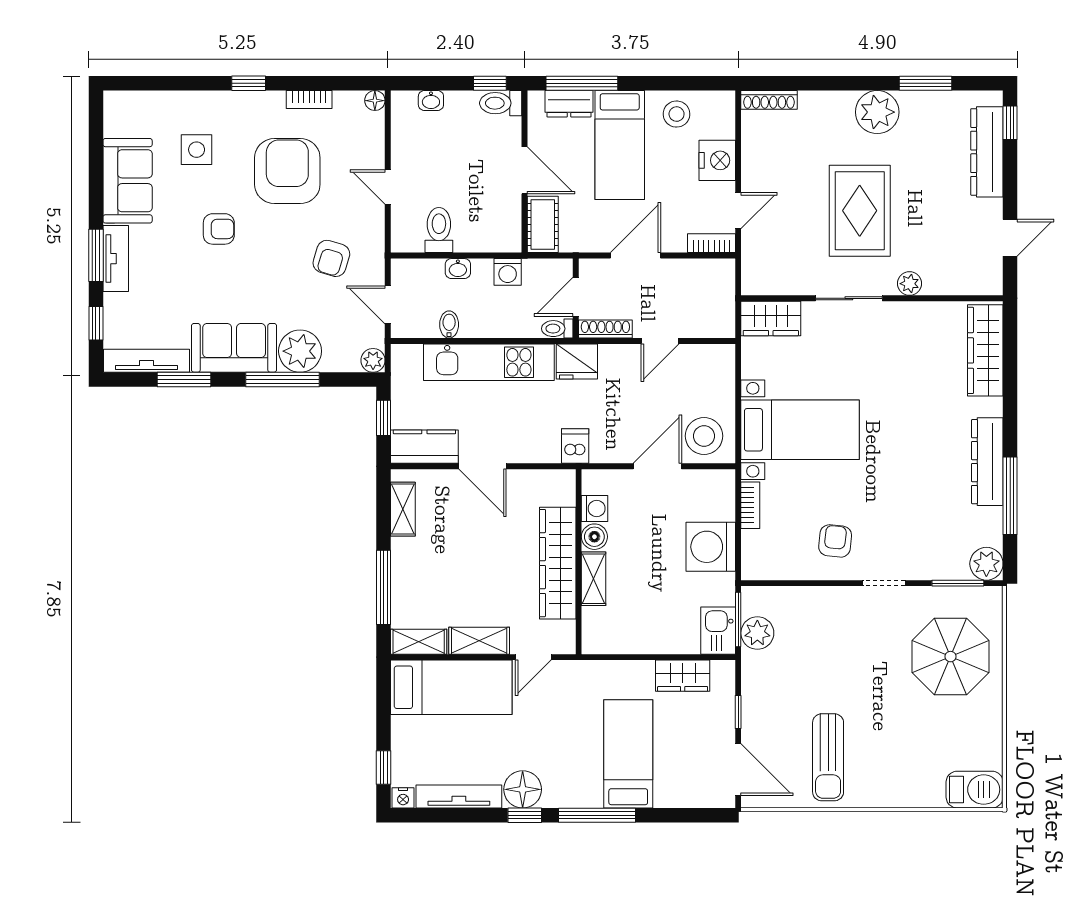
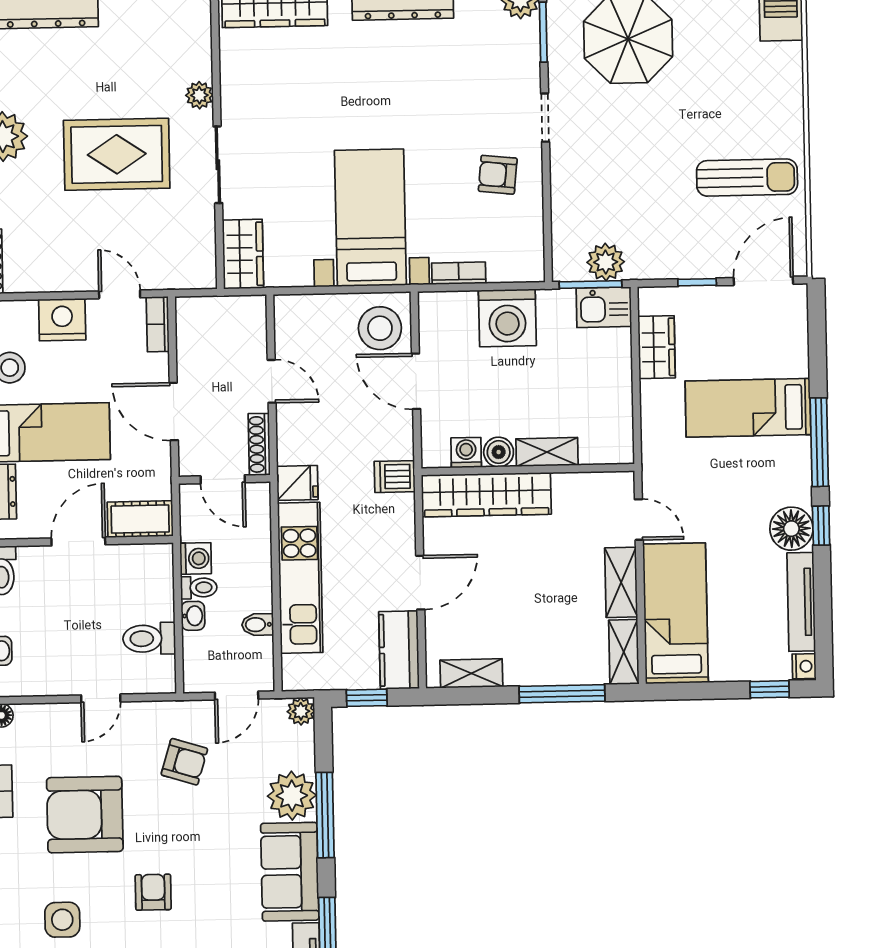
toilet: (557, 329) -> (199, 588), moved, turned -90
fridge: (577, 362) -> (297, 483), width x0.72
wardrobe: (558, 563) -> (486, 495), moved

